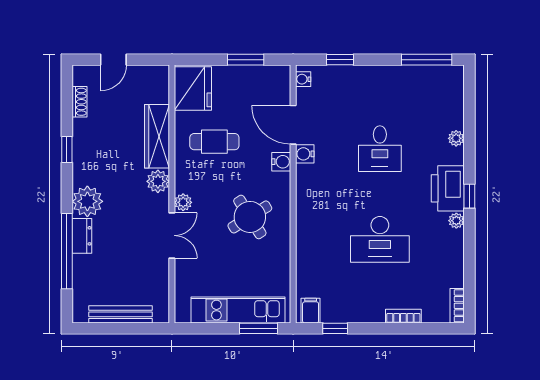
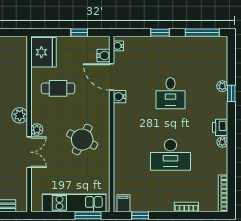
window: (246, 60) -> (79, 33), width x0.67
window: (340, 60) -> (160, 33), moved
wardrobe: (157, 136) -> (19, 85), removed
water cooler: (281, 162) -> (103, 56), moved
printer: (448, 188) -> (220, 127), width x0.53, depth x0.68
window: (469, 196) -> (231, 93), moved
round table: (250, 217) -> (82, 140), turned -32
bookcase: (457, 306) -> (223, 193), width x1.56

